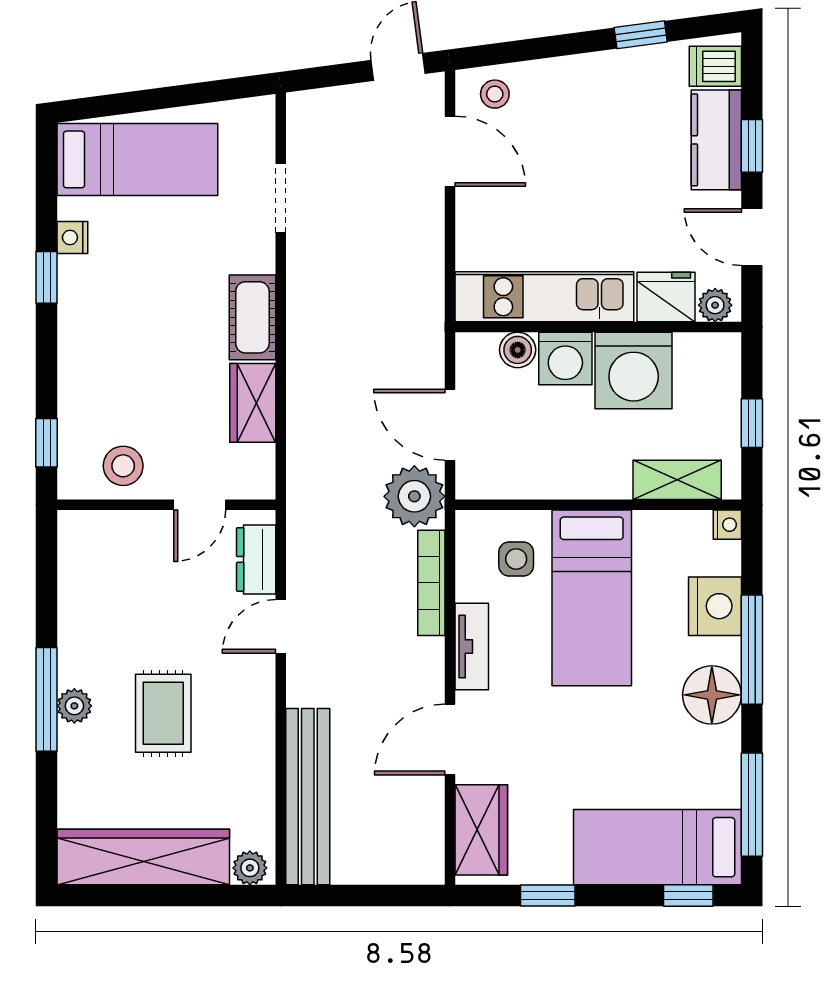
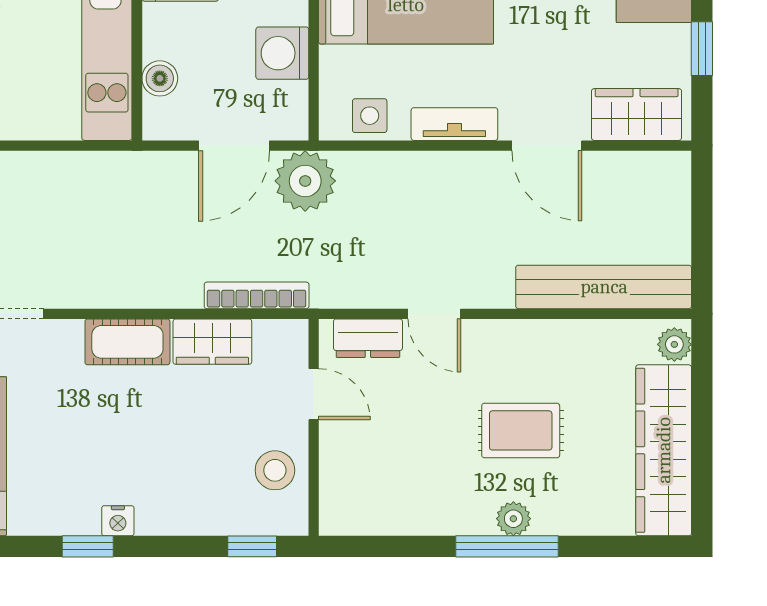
nightstand: (72, 237) -> (118, 521), moved
washing machine: (565, 358) -> (282, 53), moved, turned 180
side table: (516, 559) -> (370, 116), moved
bookcase: (431, 583) -> (257, 295), moved, turned 180

